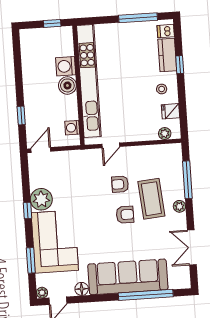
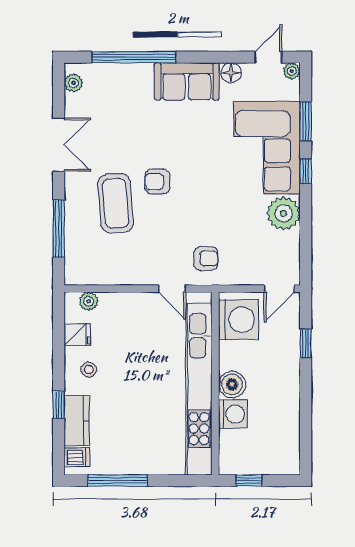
washing machine: (72, 128) -> (239, 320), width x1.89, depth x1.89
door: (111, 145) -> (172, 289), swing flipped
armchair: (120, 184) -> (206, 258), moved
plant: (179, 206) -> (73, 83), moved
window: (27, 211) -> (306, 171), moved
double door: (192, 247) -> (59, 145), moved
sofa: (128, 277) -> (187, 81), width x0.54, depth x0.79

